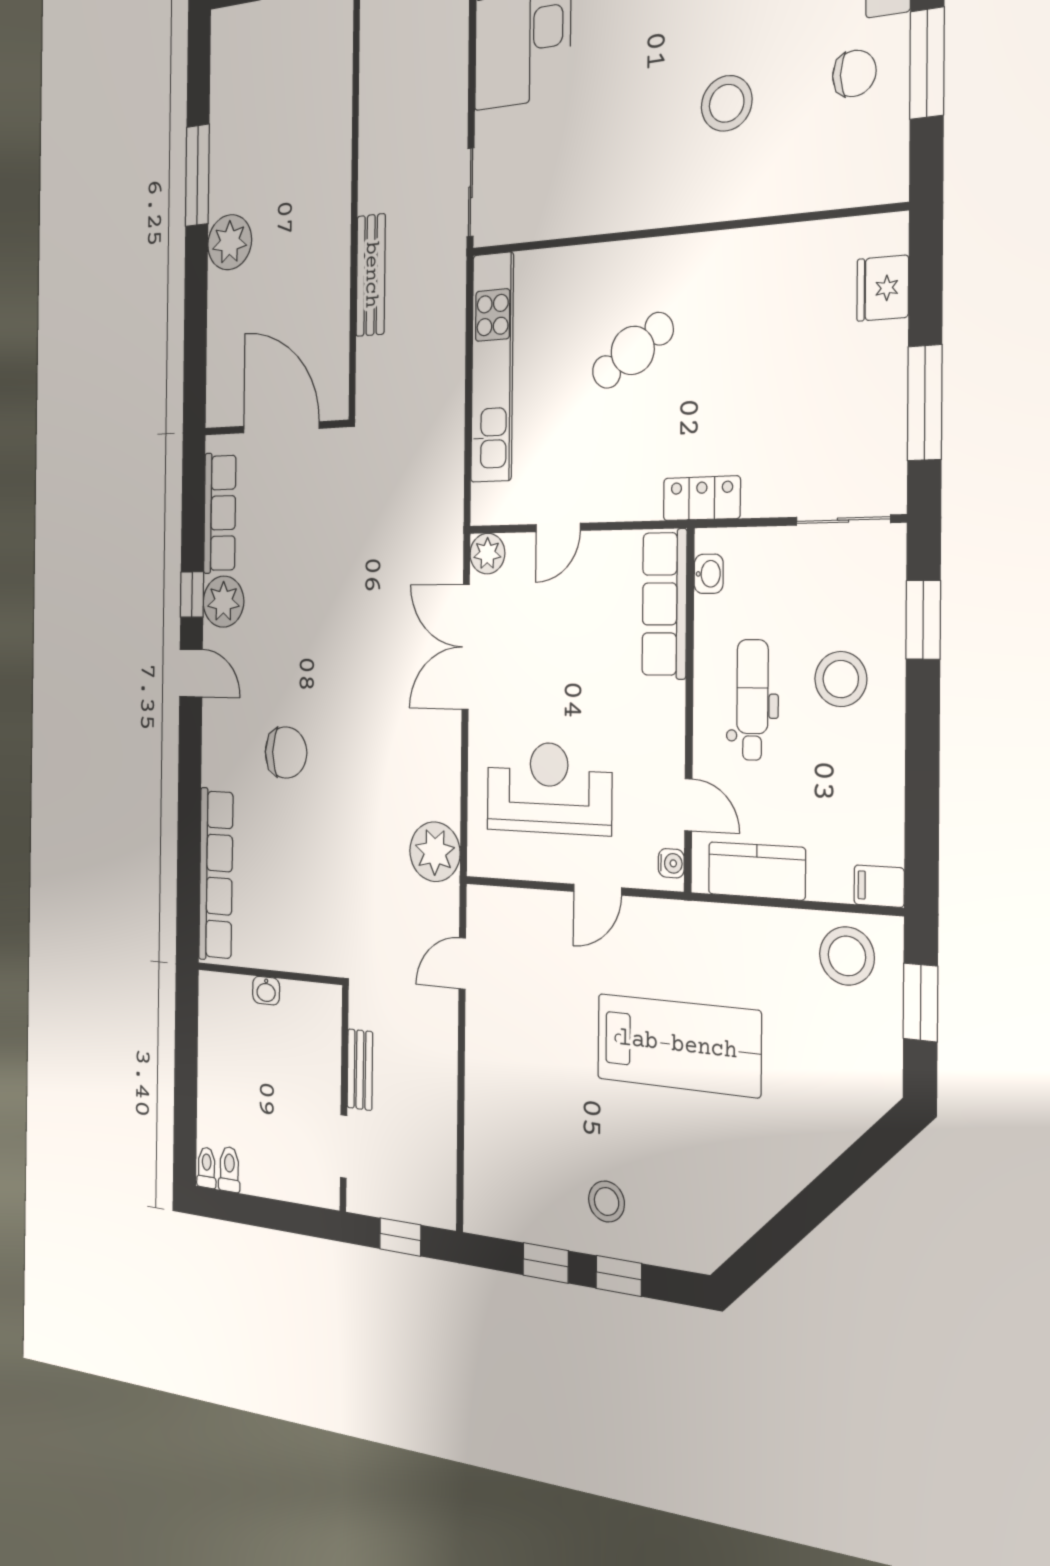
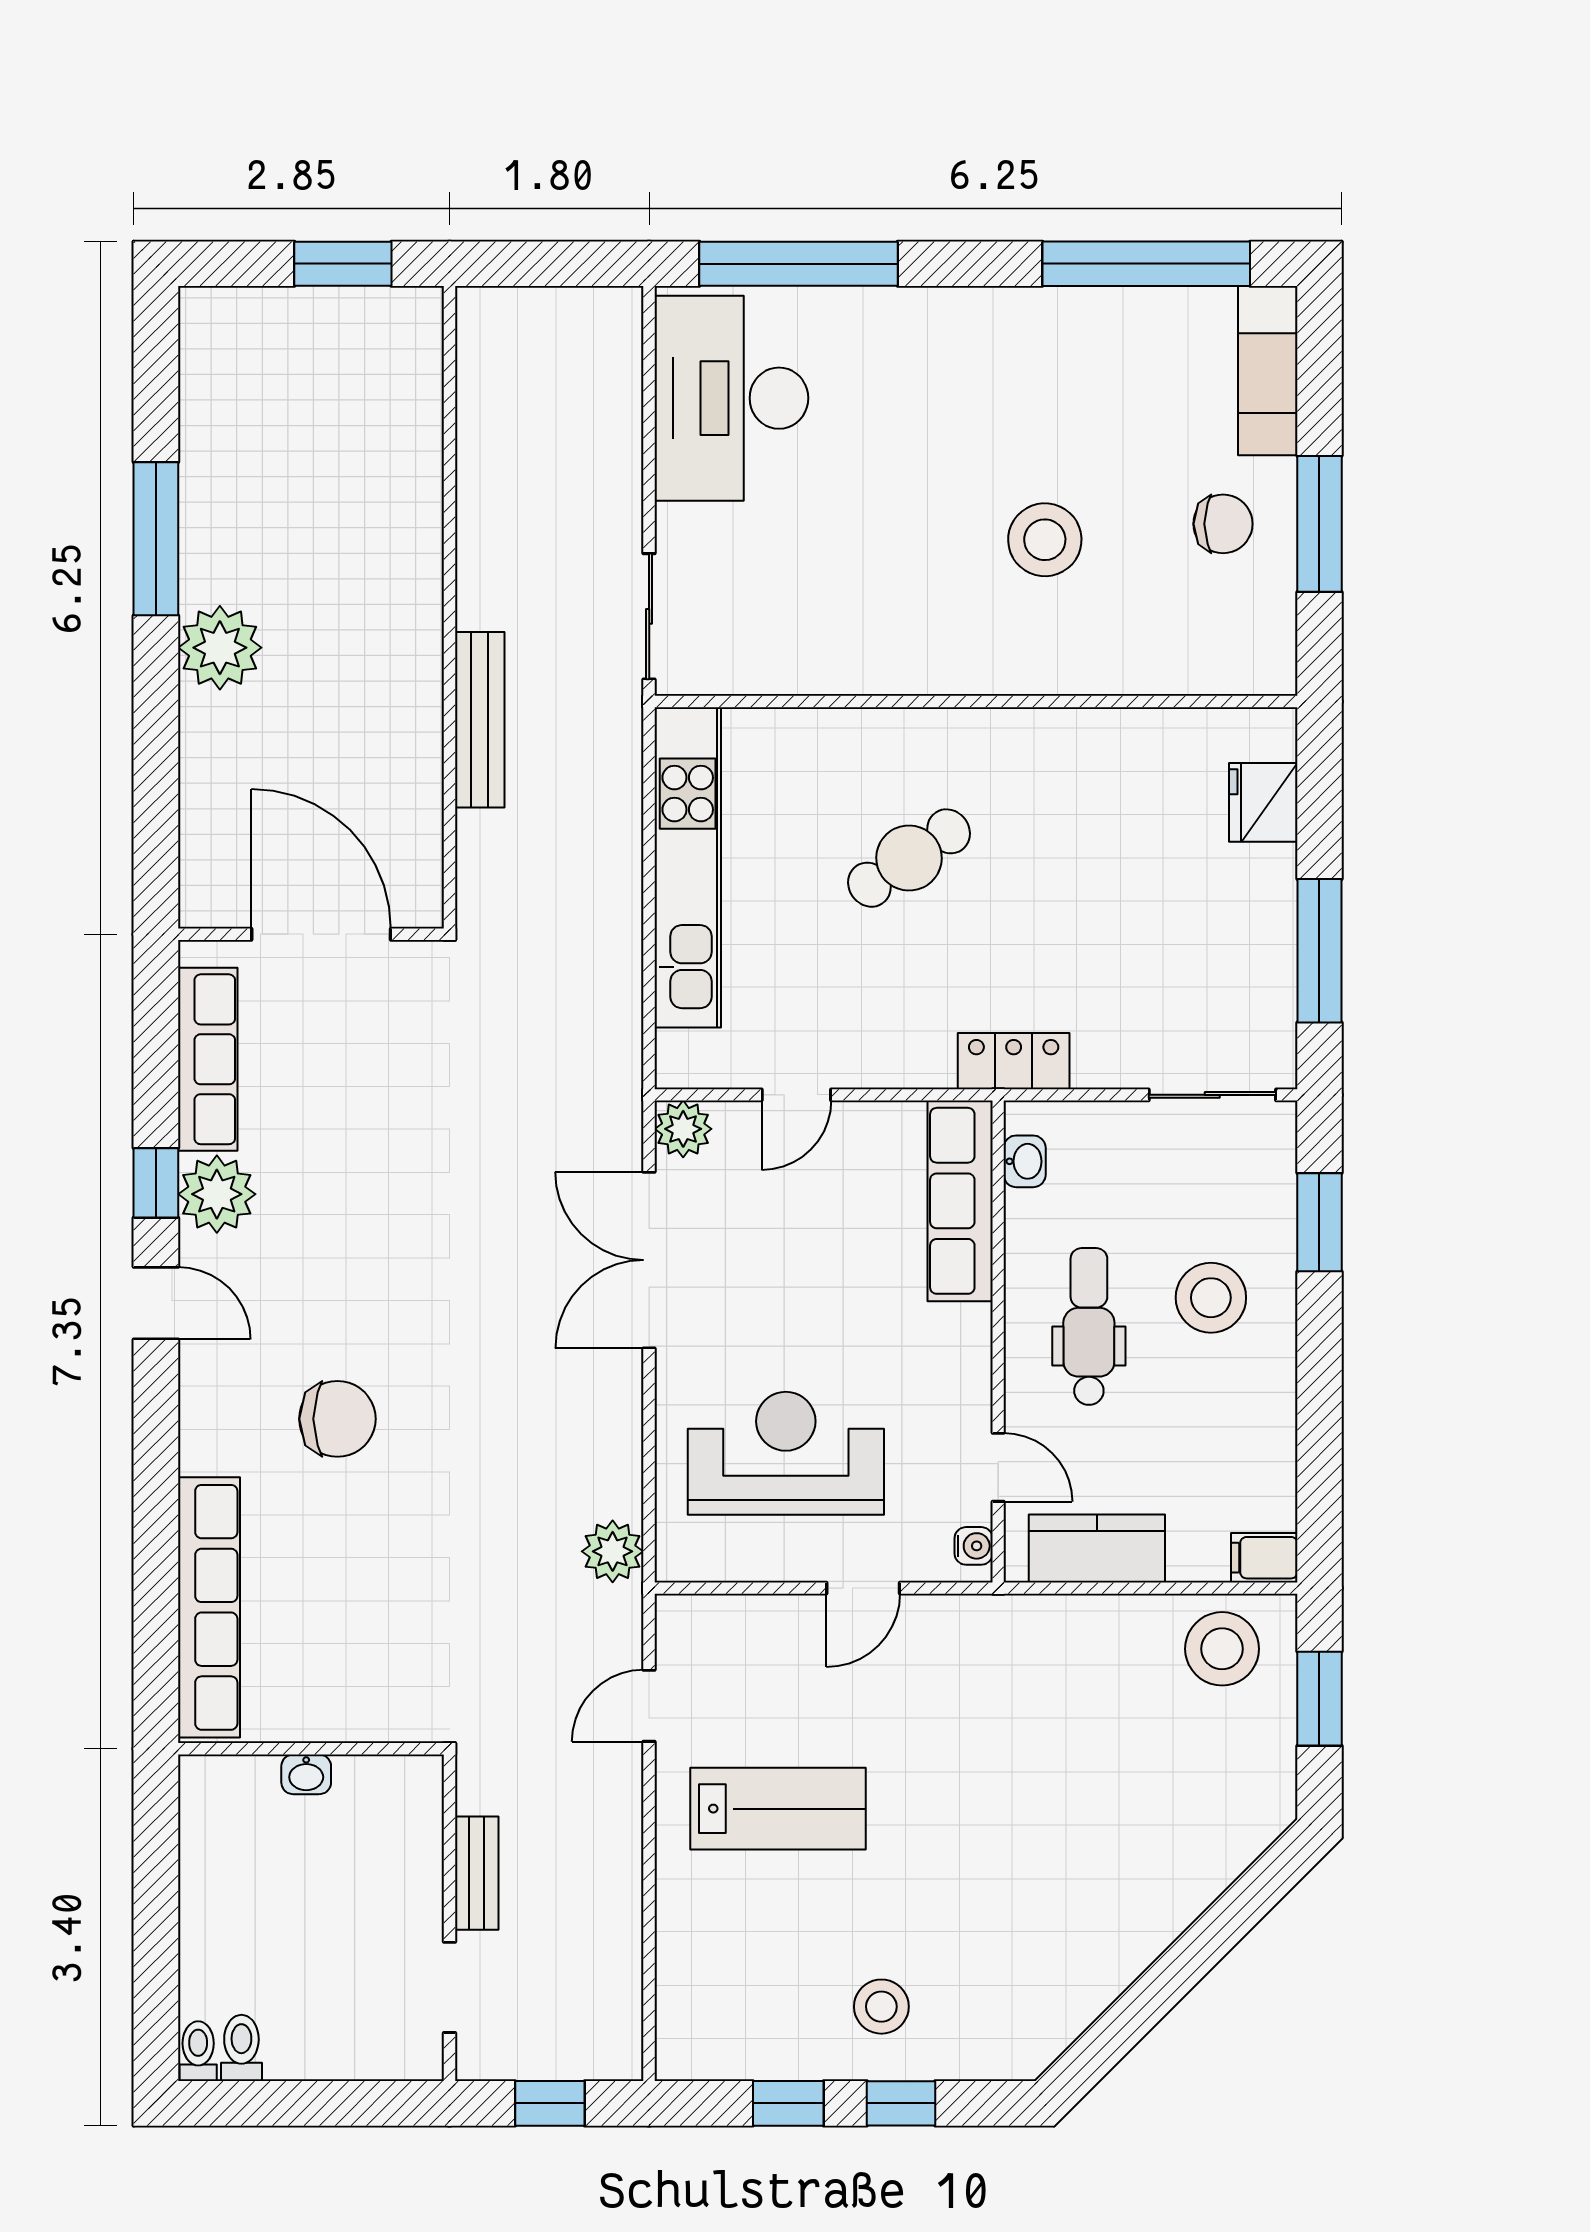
plant: (435, 852) -> (613, 1551), width x0.73, depth x0.73
lab bench: (678, 1045) -> (778, 1809), moved, width x0.73, depth x0.72

